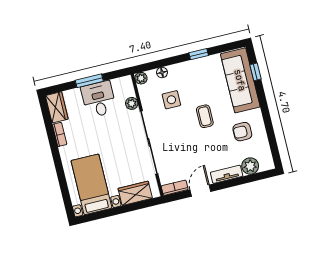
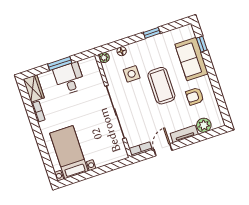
sofa: (240, 80) -> (192, 59), width x0.73
plant: (132, 103) -> (98, 80), removed
coffee table: (205, 116) -> (161, 86), width x1.86, depth x1.72
wardrobe: (135, 193) -> (107, 157), removed

